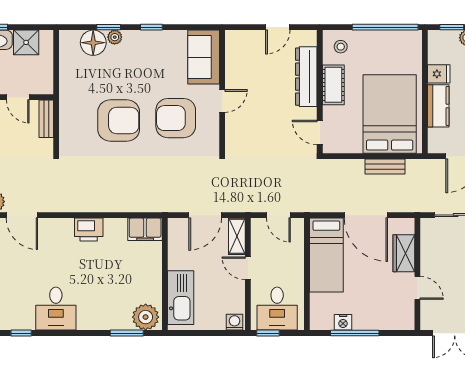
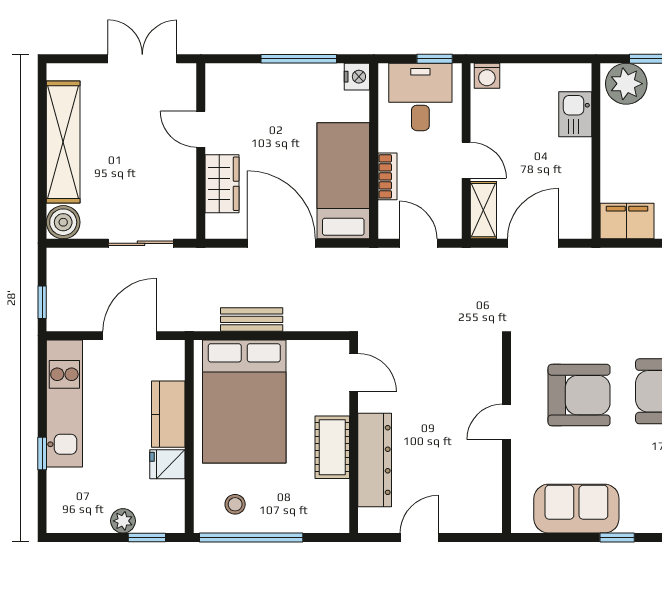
stool: (341, 47) -> (235, 504), moved
sofa: (204, 57) -> (576, 509), moved, turned -90
bookcase: (298, 258) -> (388, 176), added
kitchen sink: (181, 298) -> (575, 114), width x0.53, depth x0.81
nightstand: (343, 322) -> (357, 77), moved, turned 90

